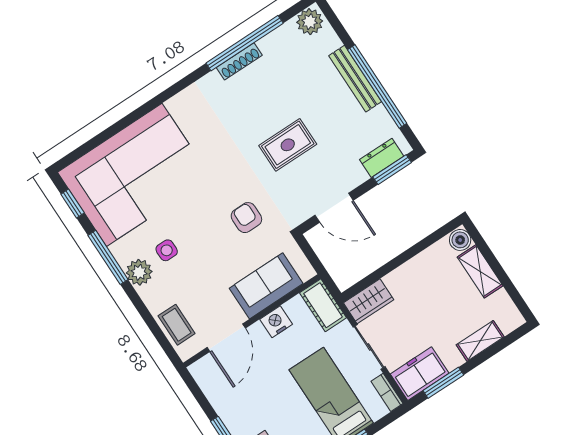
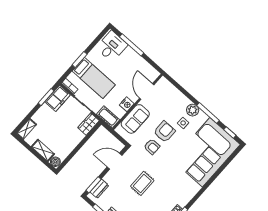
armchair: (211, 242) -> (164, 132), added
coffee table: (177, 325) -> (170, 91), removed
shelving: (480, 341) -> (27, 129), moved

